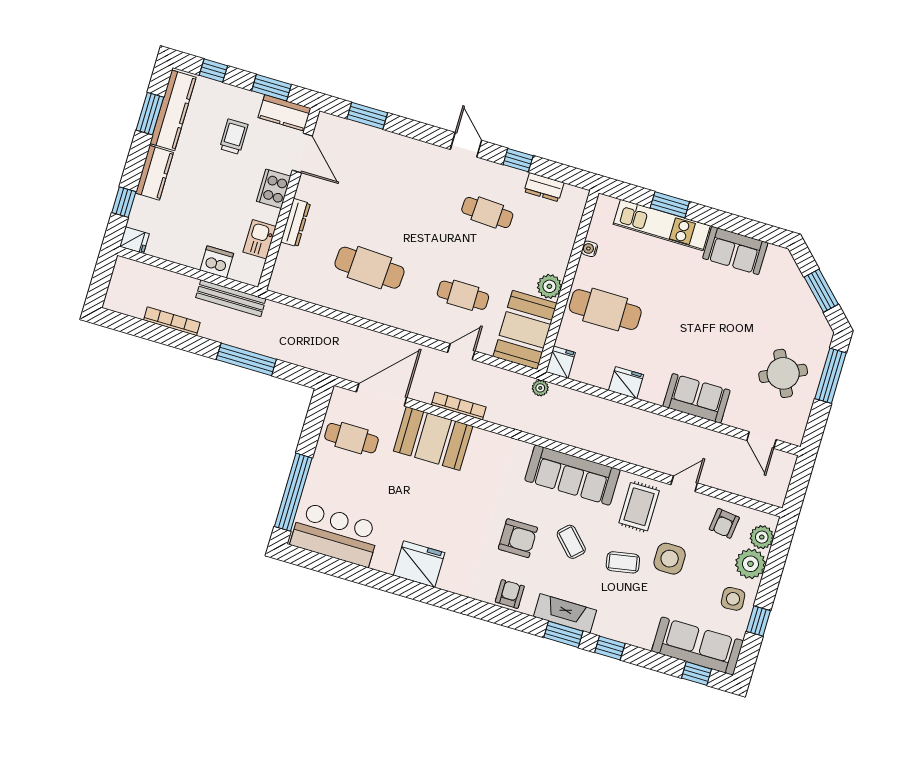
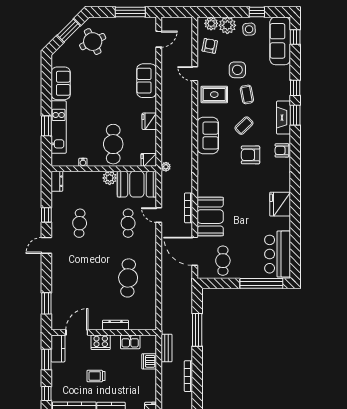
trolley: (234, 137) -> (96, 376), moved
dresser: (544, 187) -> (57, 181), moved
bench: (231, 298) -> (167, 348), width x0.73
round table: (783, 373) -> (93, 42), moved
window: (831, 376) -> (130, 12), moved
sofa: (572, 475) -> (208, 136), width x0.73
armchair: (724, 523) -> (210, 46), turned -86
armchair: (518, 538) -> (250, 155), turned -90

